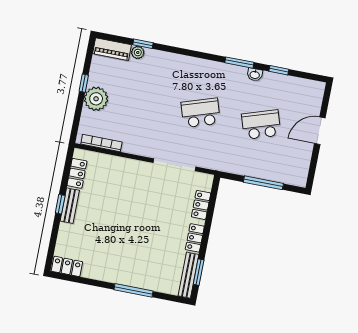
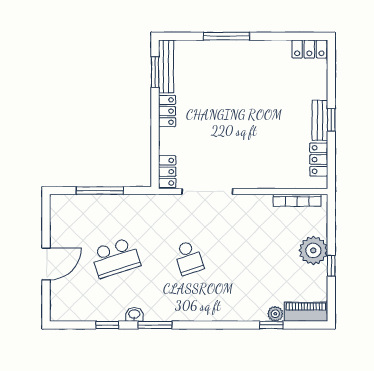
school desk: (201, 113) -> (189, 258), width x0.54
locker: (201, 205) -> (167, 172), moved

